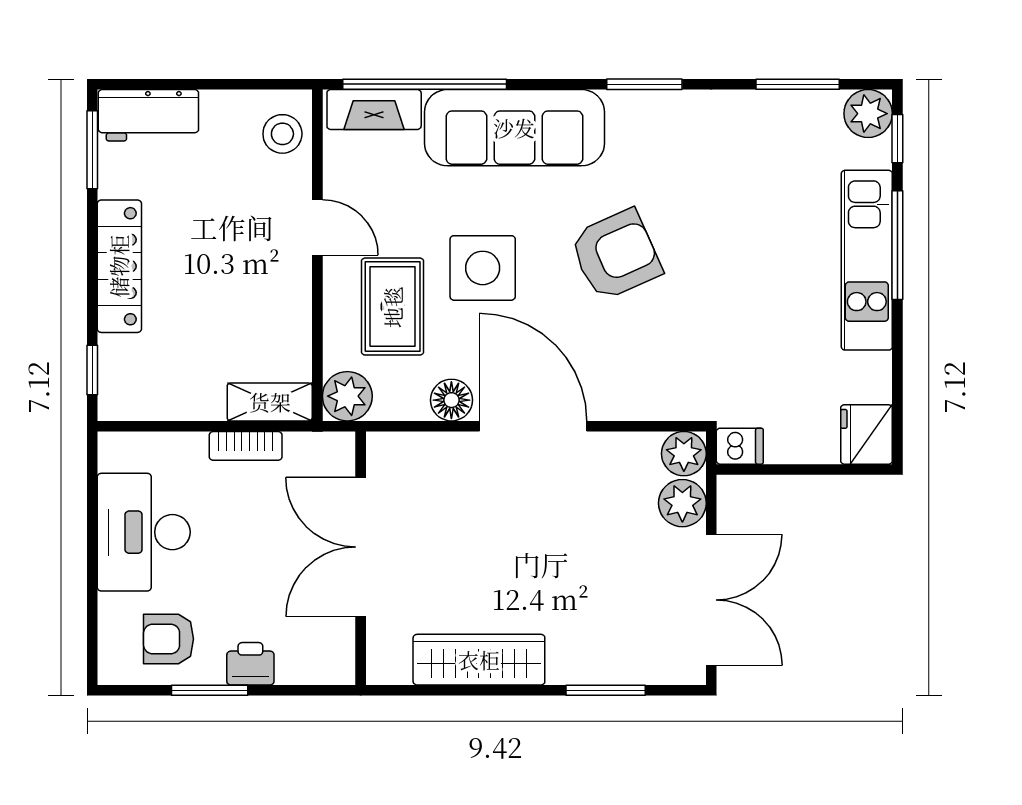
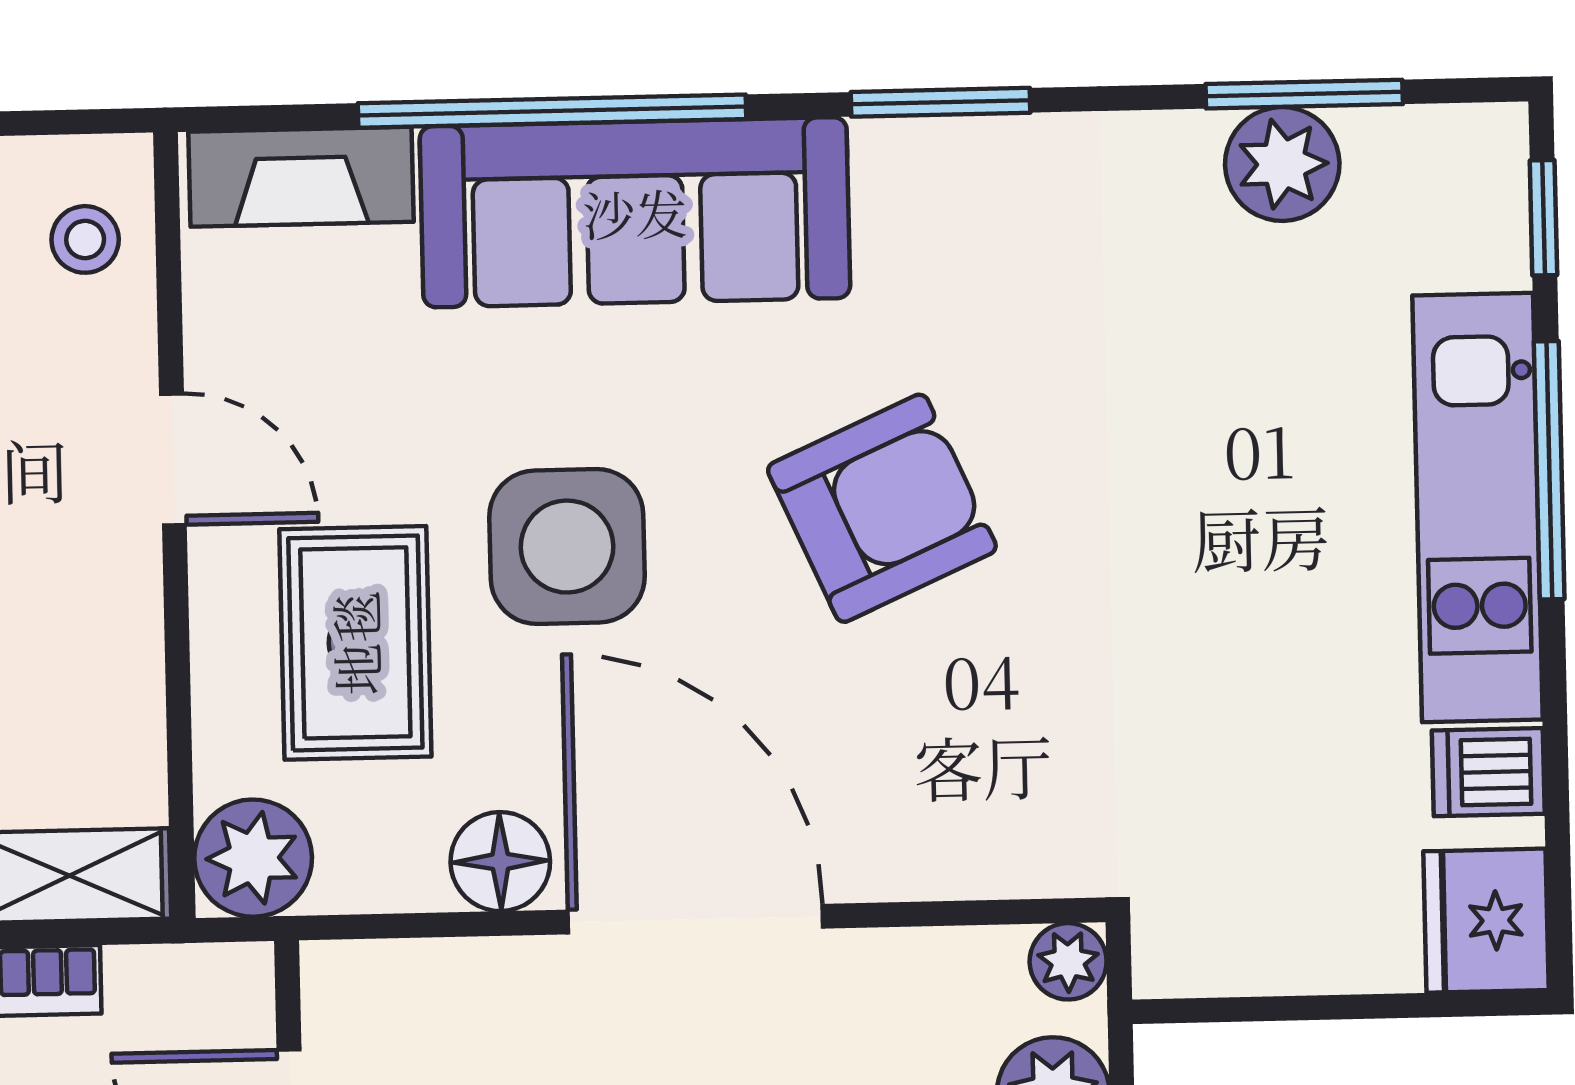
window: (425, 84) -> (552, 111), moved
plant: (868, 114) -> (1282, 164), moved
stool: (282, 134) -> (85, 239), width x0.73, depth x0.73
dishwasher: (740, 446) -> (1488, 772), moved, turned 180
plant: (684, 454) -> (1068, 961), width x0.73, depth x0.73

